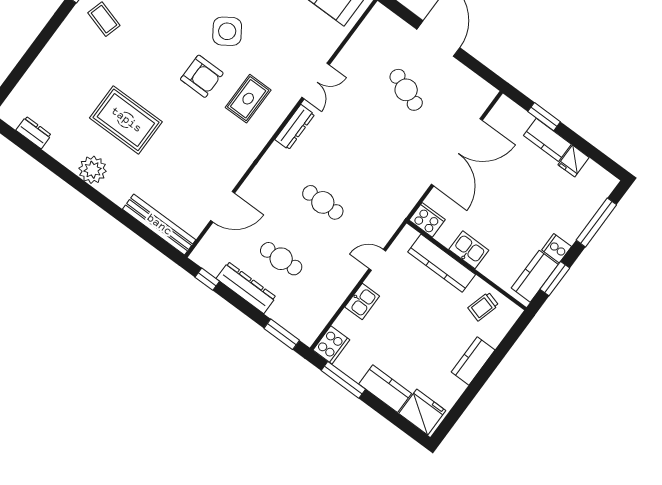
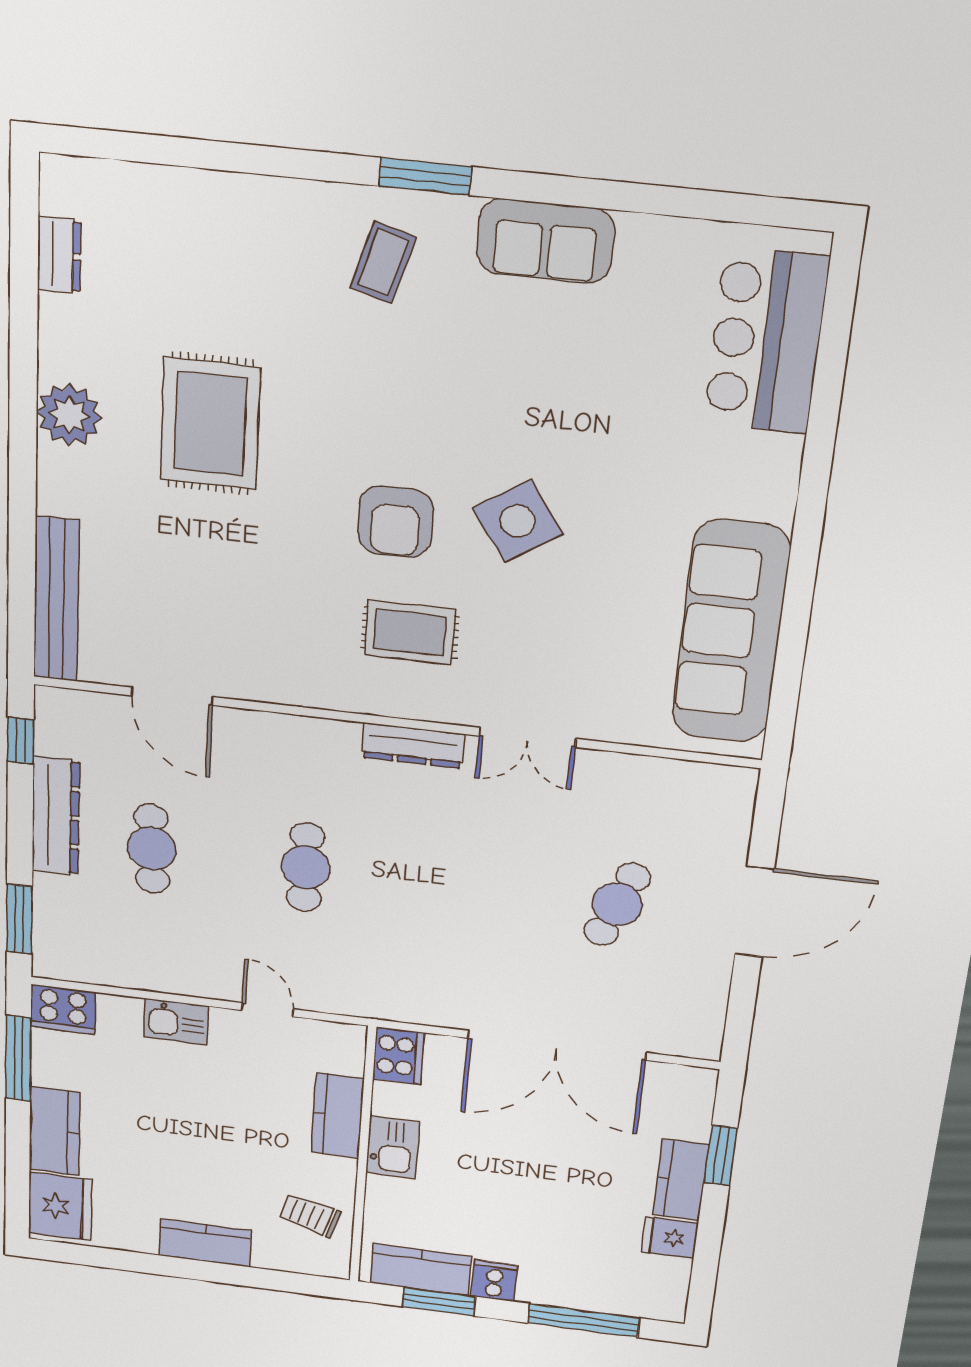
kitchen counter: (442, 263) -> (338, 1116), width x0.67

